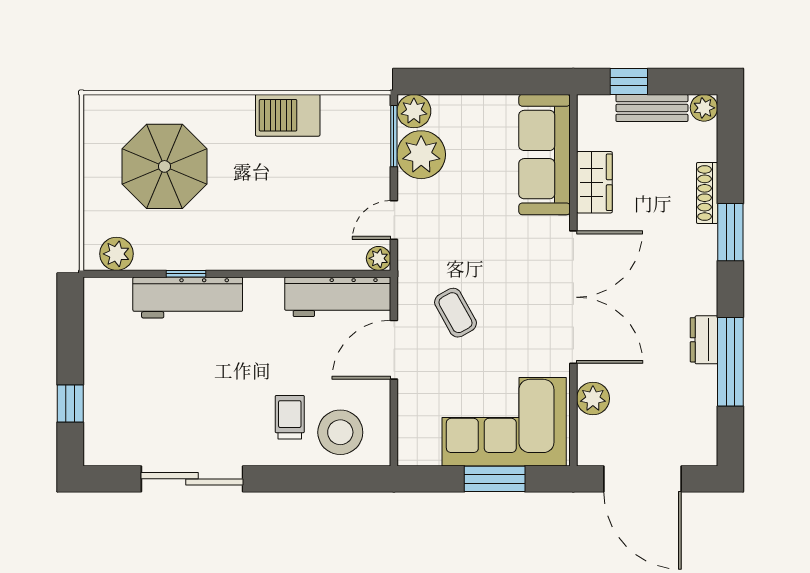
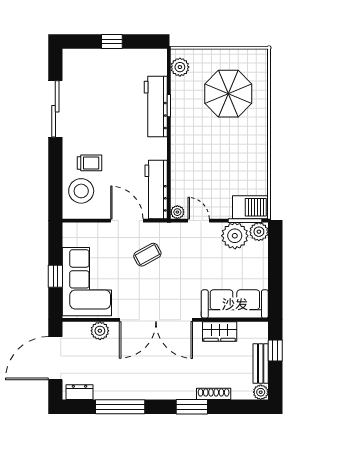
barbecue: (288, 115) -> (250, 207), moved, turned 90
dresser: (704, 340) -> (80, 392), moved
window: (70, 404) -> (112, 41), moved
window: (495, 479) -> (55, 276), width x0.67

